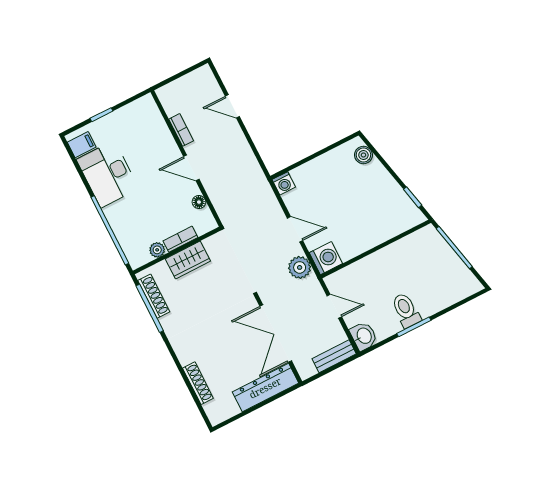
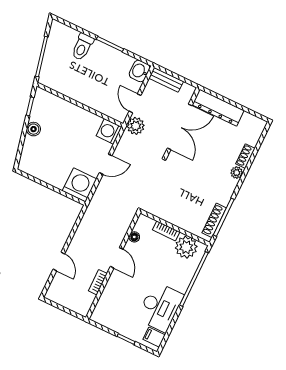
boiler: (363, 155) -> (33, 129), moved
washing machine: (284, 183) -> (80, 185), width x1.89, depth x1.89
door: (295, 229) -> (106, 164), swing flipped
plant: (157, 250) -> (186, 247), width x1.87, depth x1.87
wardrobe: (188, 260) -> (176, 216), removed
plant: (300, 267) -> (136, 126), moved
toilet: (406, 310) -> (82, 47), moved
plant: (185, 356) -> (237, 173), added
shoe rack: (198, 383) -> (245, 156), width x0.70

